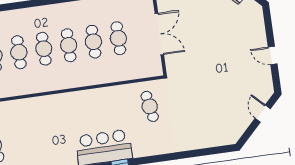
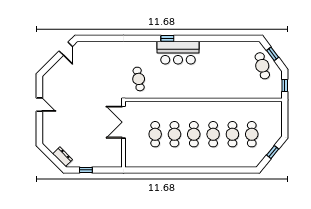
double door: (159, 34) -> (123, 122), moved
door: (263, 114) -> (66, 49), moved

